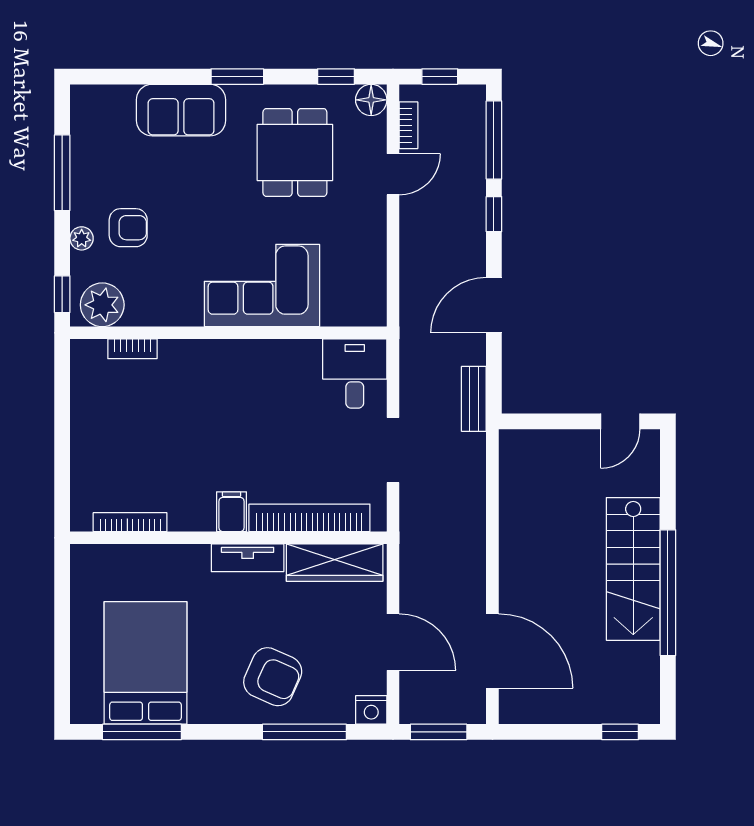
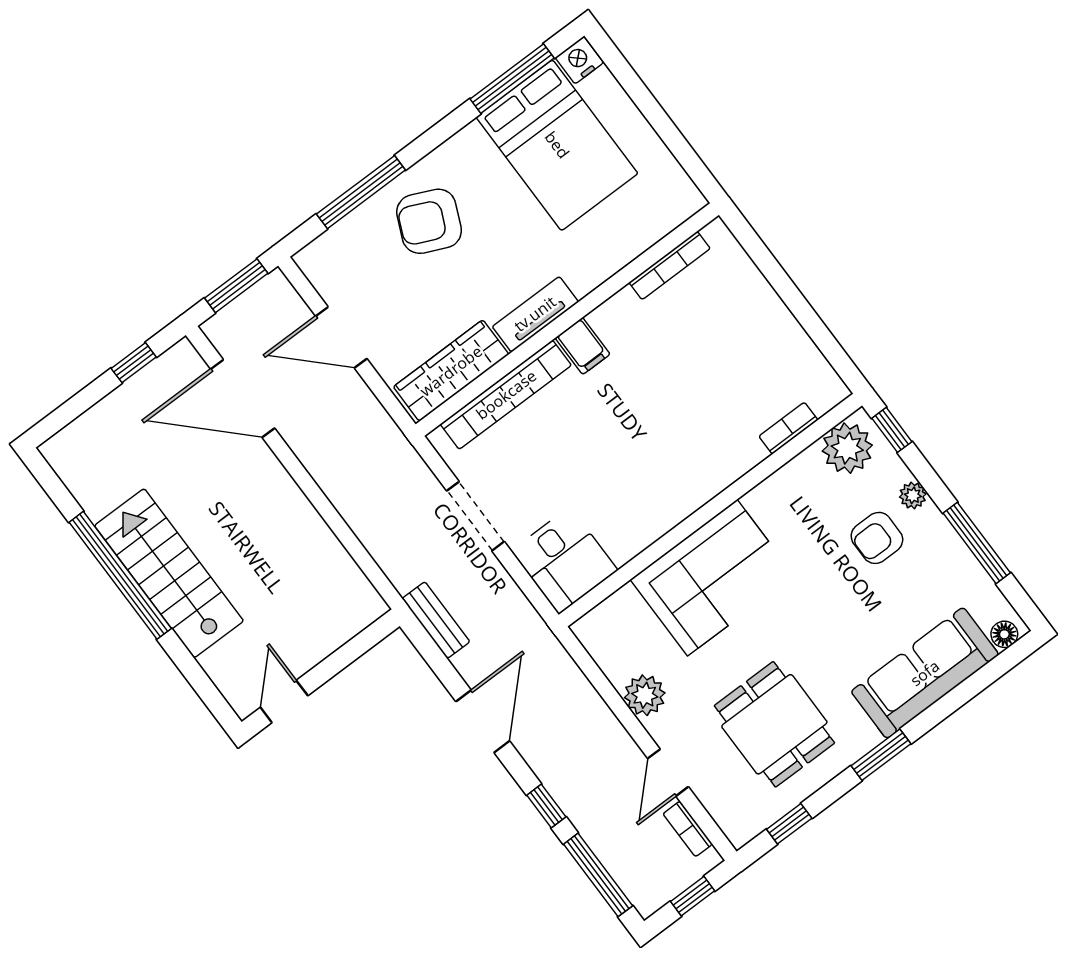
floor lamp: (371, 100) -> (1004, 634), moved, width x0.73, depth x0.73
sofa: (181, 110) -> (925, 673), width x1.36
plant: (369, 239) -> (645, 695), added
nightstand: (371, 710) -> (579, 60), moved
window: (620, 732) -> (134, 363), moved

